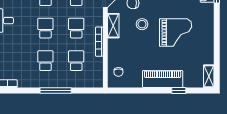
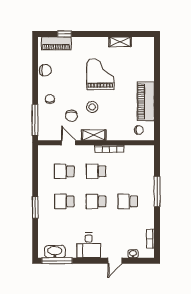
school desk: (76, 61) -> (128, 171), removed
shelving: (209, 76) -> (120, 42), moved
piano: (163, 79) -> (146, 101), moved
window: (179, 90) -> (157, 71), removed

